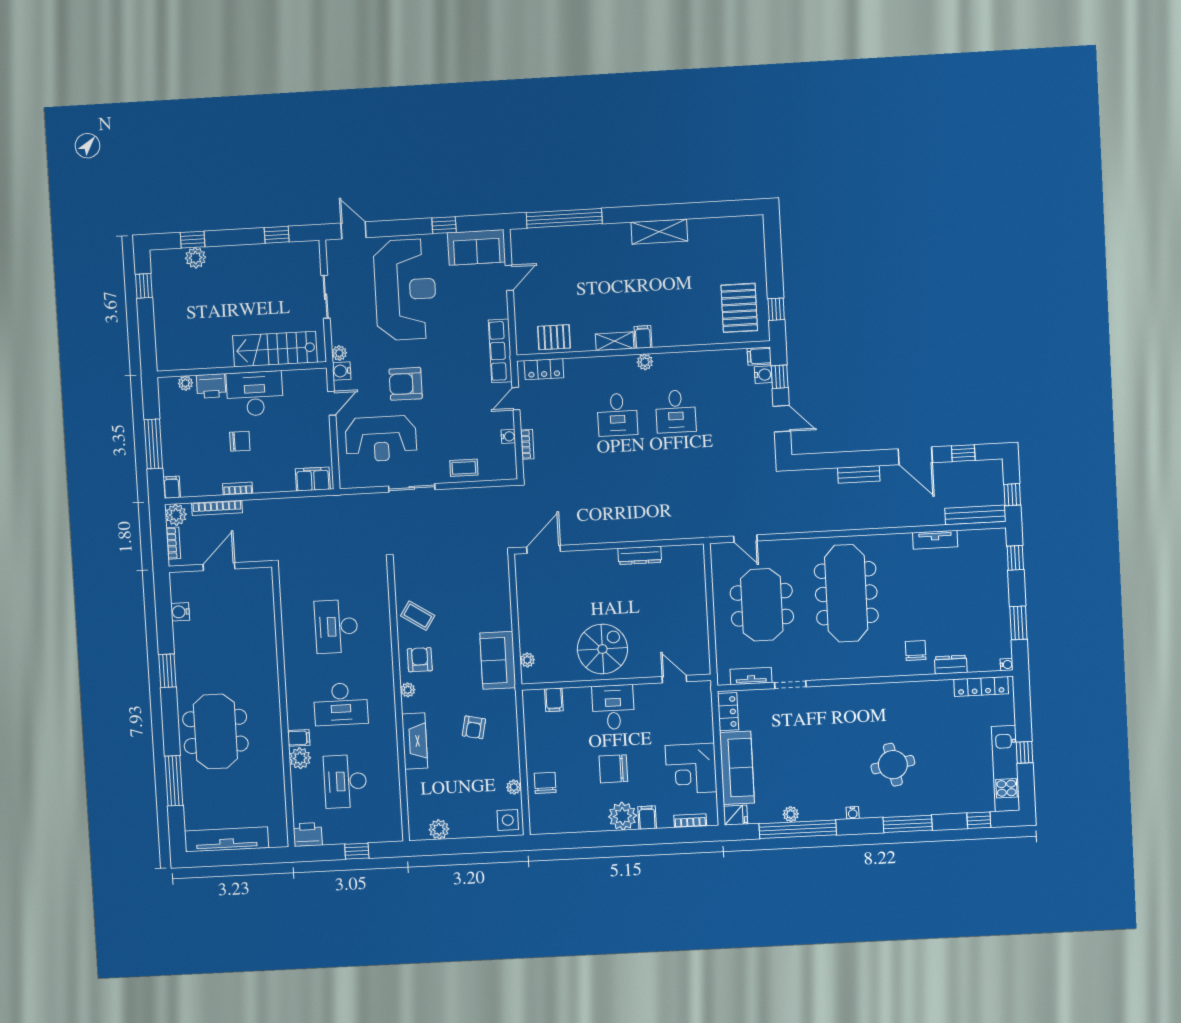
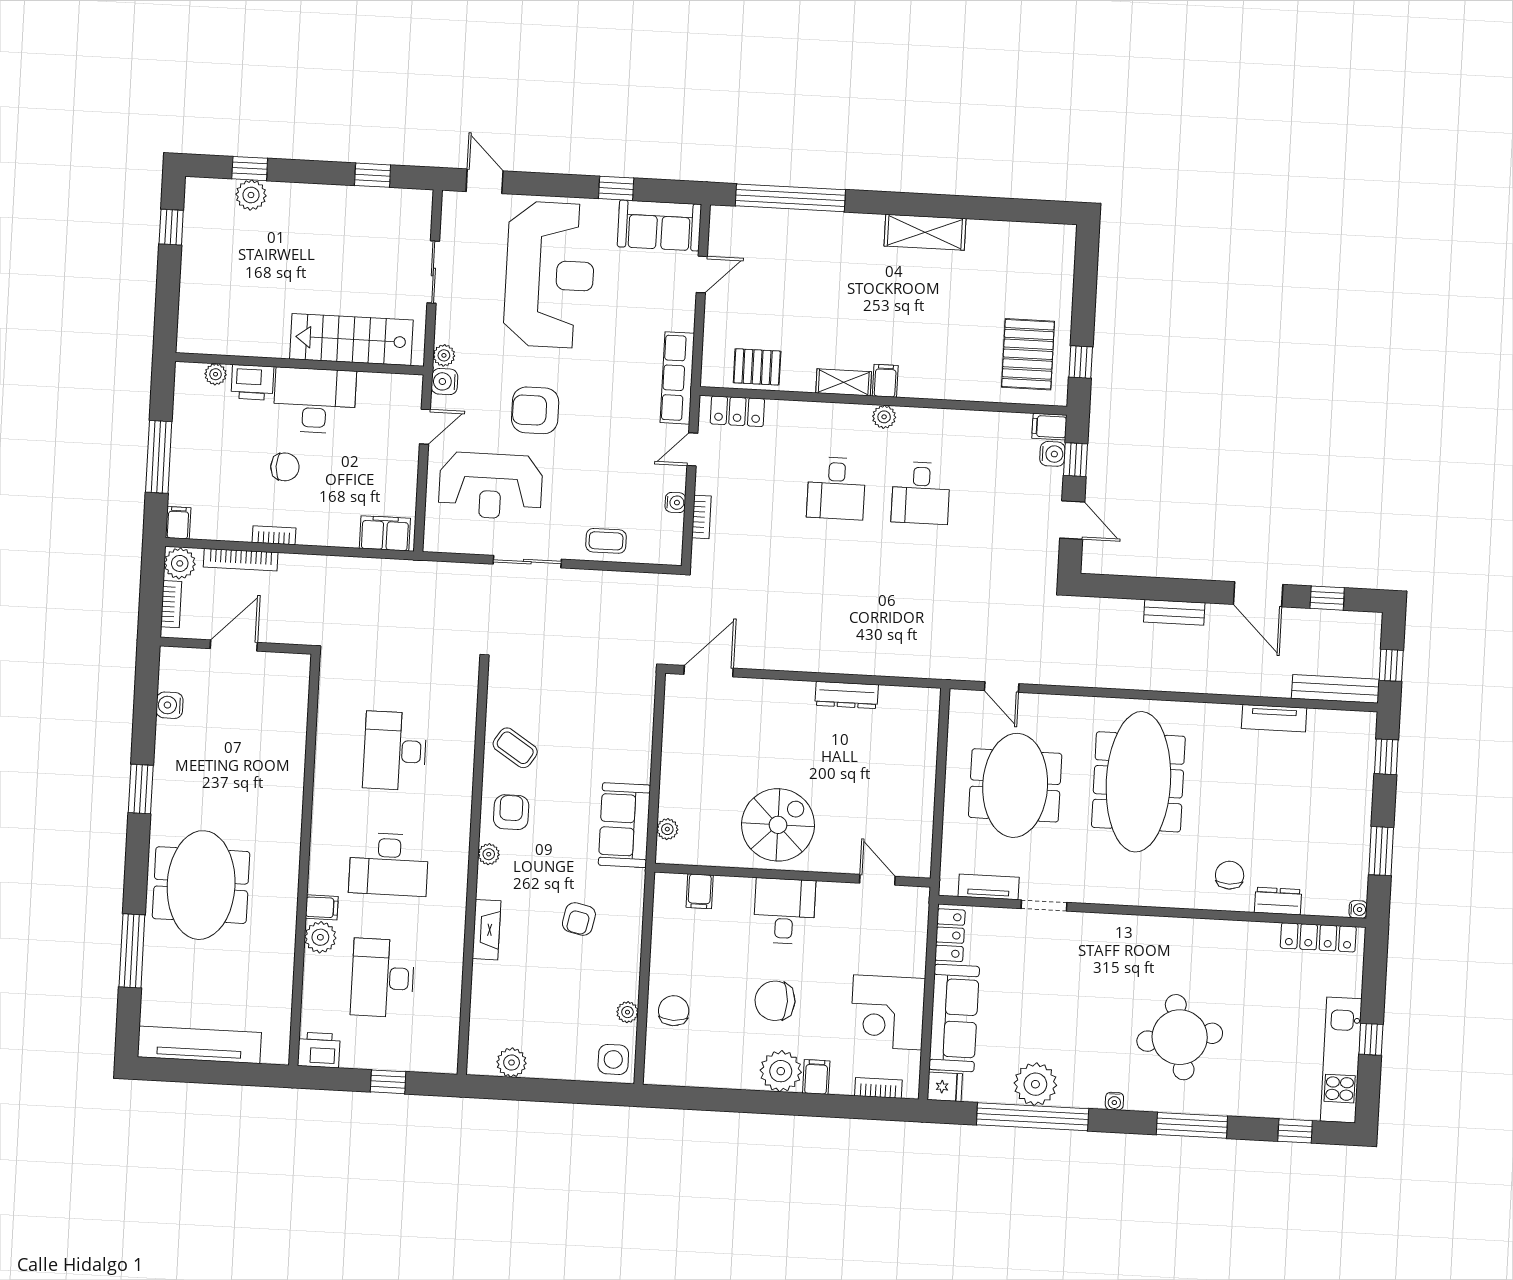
fireplace: (415, 741) -> (487, 930), width x0.73, depth x0.76
round table: (893, 765) -> (1180, 1037), width x1.36, depth x1.36
plant: (791, 814) -> (1035, 1084), width x1.88, depth x1.88

